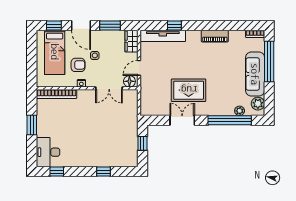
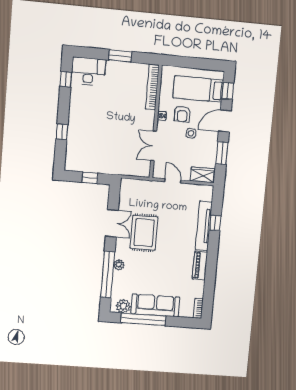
tv unit: (163, 36) -> (204, 226), moved
window: (269, 62) -> (143, 319), moved
floor lamp: (129, 81) -> (159, 169), removed
plant: (240, 111) -> (119, 265), moved

